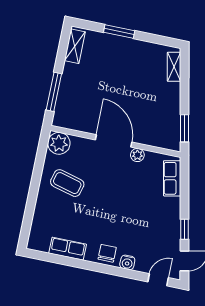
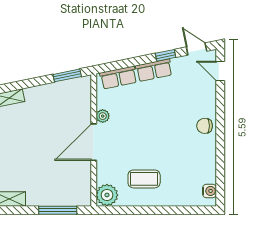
coffee table: (67, 183) -> (144, 179), turned 75
row of seats: (68, 249) -> (154, 70), moved, turned -102
water cooler: (127, 262) -> (209, 191), moved

